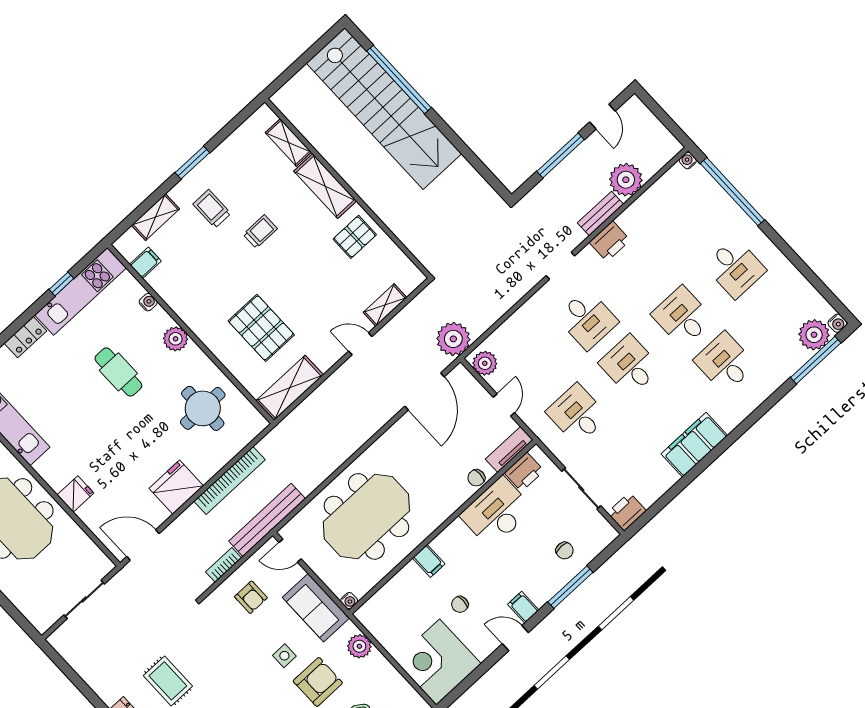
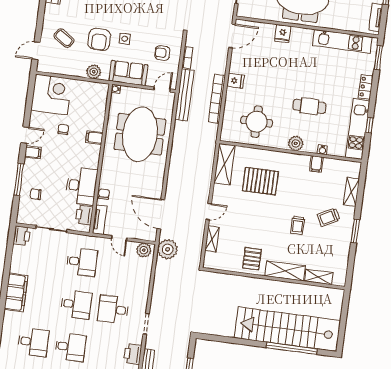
trolley: (212, 209) -> (329, 217), turned 152
filing cabinet: (145, 263) -> (316, 164), moved
fridge: (176, 487) -> (235, 81), width x0.53, depth x0.75

